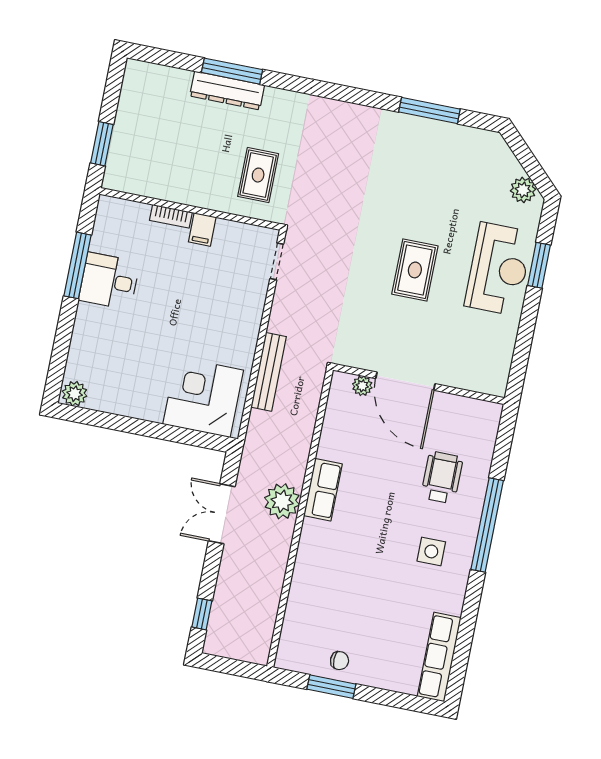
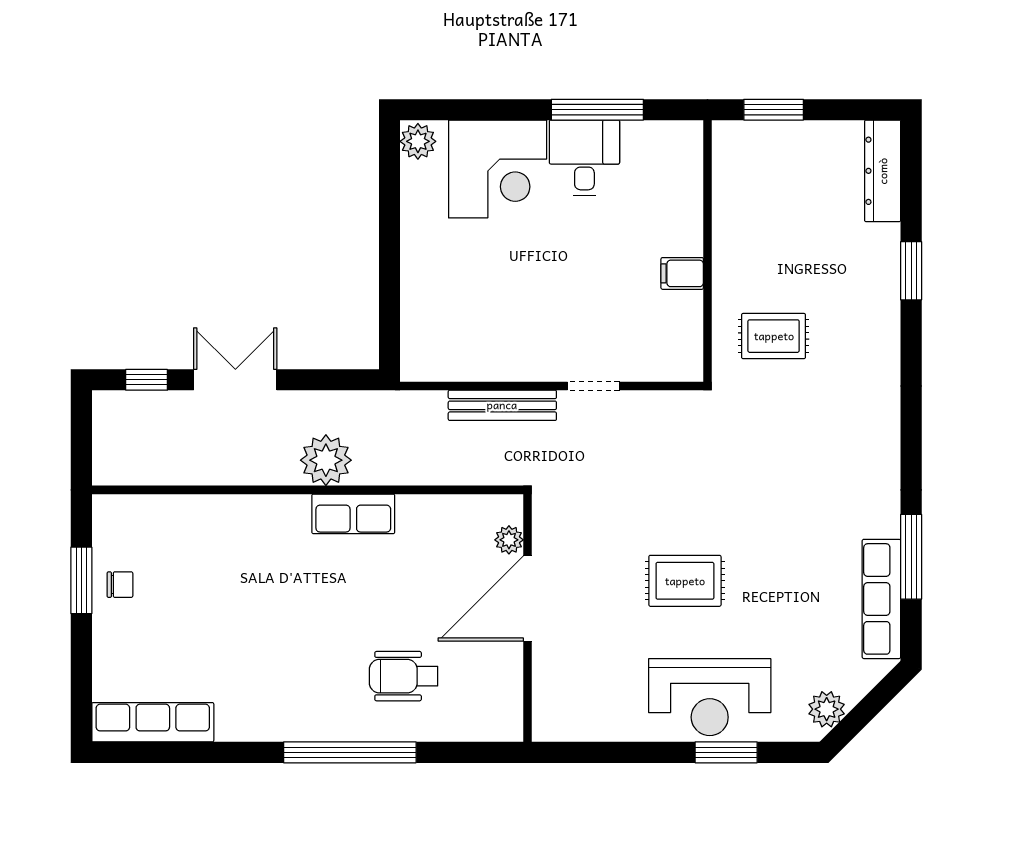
window: (232, 71) -> (911, 271), width x0.69
dresser: (227, 91) -> (883, 171), moved
row of seats: (455, 137) -> (881, 599), added
bookcase: (171, 216) -> (692, 226), removed
doorway: (277, 261) -> (593, 386), moved
corner desk: (203, 397) -> (498, 169), moved, turned 90
wheelchair: (442, 477) -> (404, 676), turned 180
double door: (222, 514) -> (235, 380), moved
side table: (431, 551) -> (298, 682), removed
chair: (340, 661) -> (120, 585), turned -90

